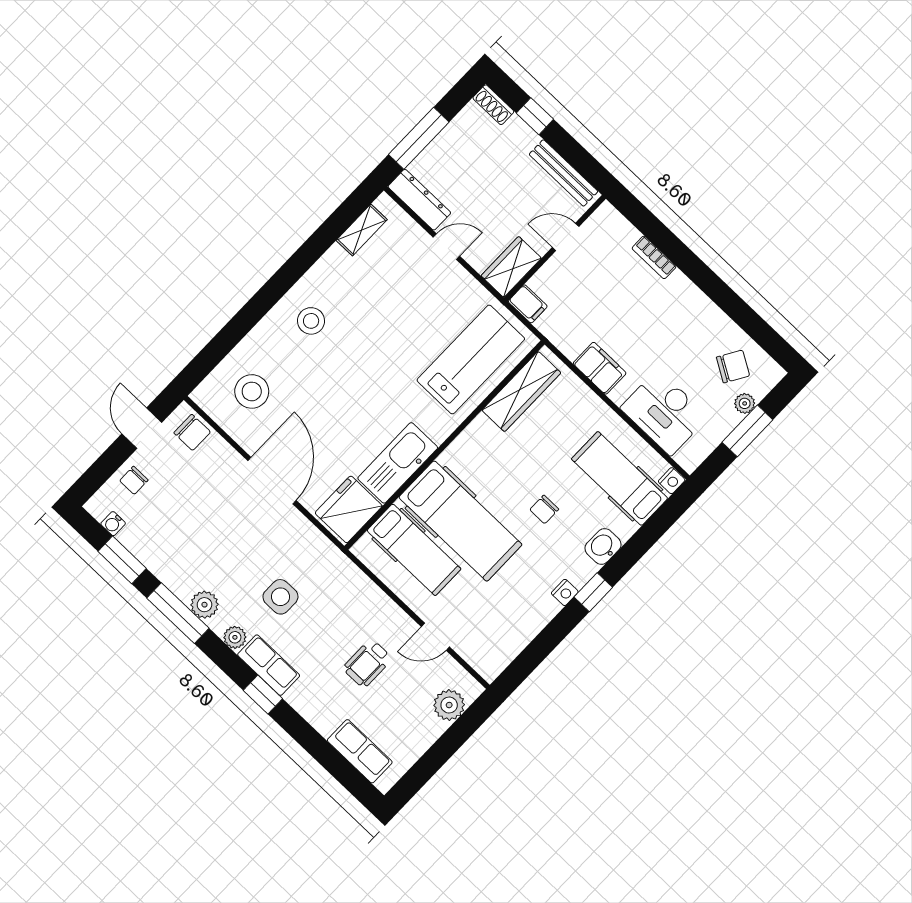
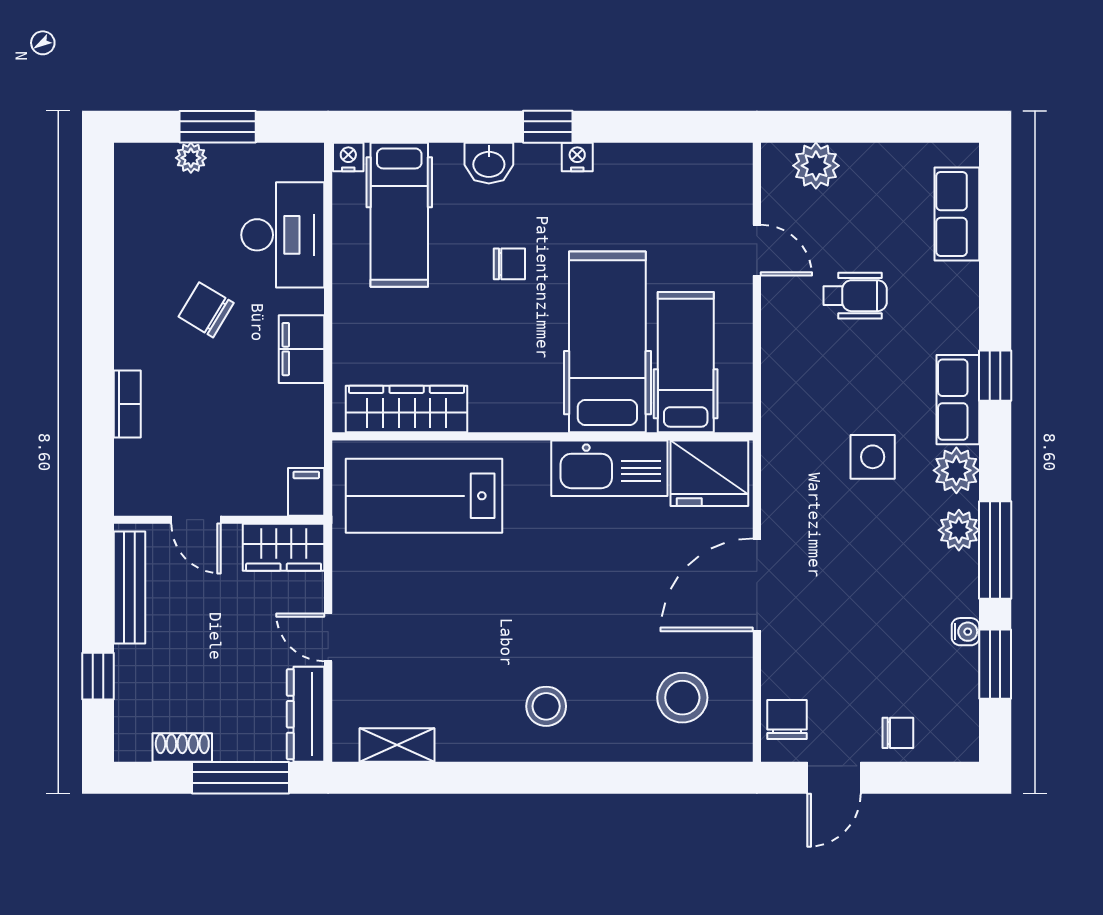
shoe rack: (493, 105) -> (182, 748), moved, turned -90
chair: (733, 367) -> (206, 310), moved
water cooler: (113, 524) -> (966, 632), moved
plant: (235, 637) -> (956, 470), width x1.38, depth x1.38

